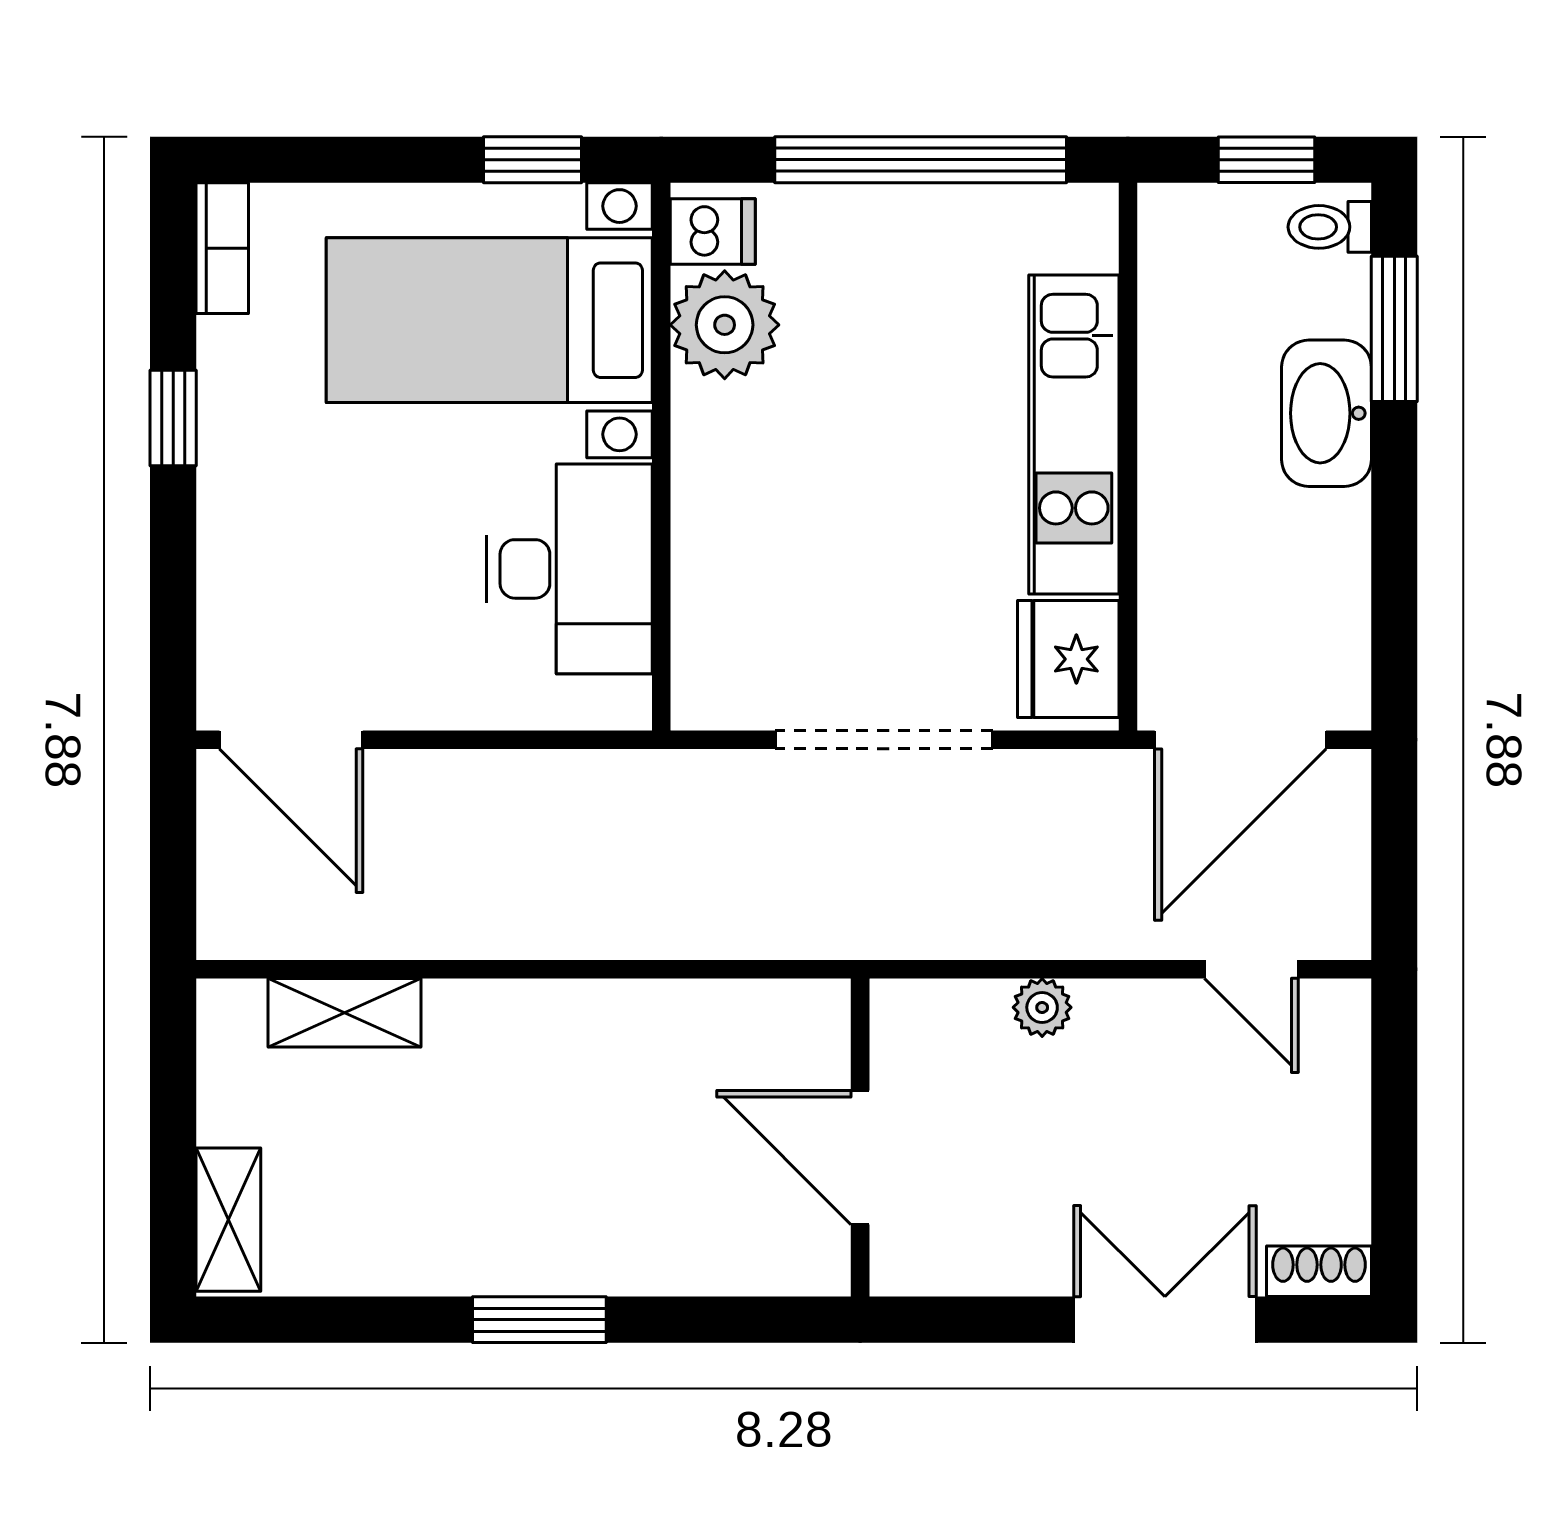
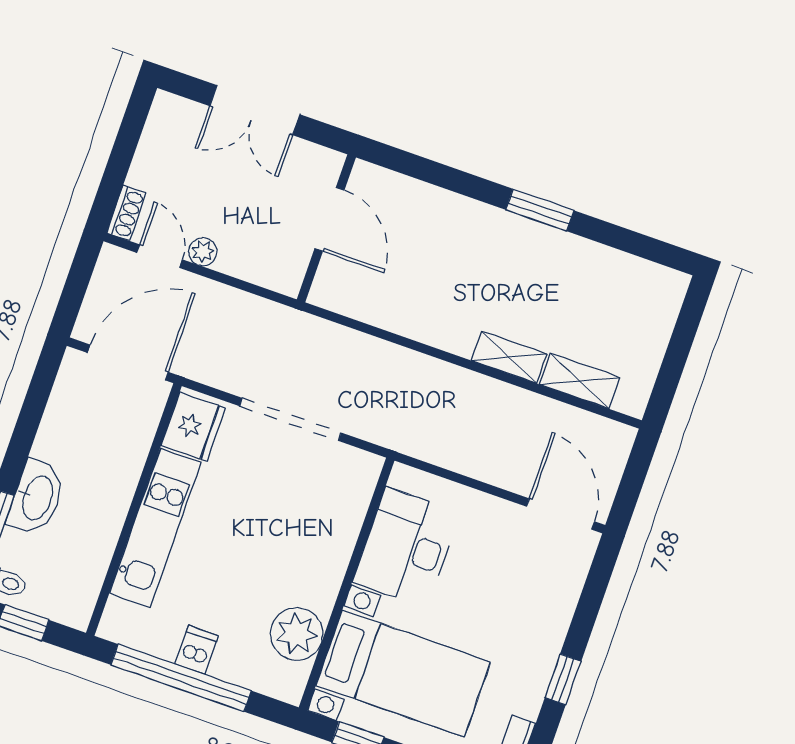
dishwasher: (713, 232) -> (197, 650), moved, turned 90
plant: (1042, 1007) -> (203, 252), moved
wall: (860, 1138) -> (326, 228), moved
door: (860, 1157) -> (329, 219), moved
shelving: (228, 1220) -> (509, 357), moved, turned 90
shoe rack: (1319, 1271) -> (126, 213), moved, turned -90

